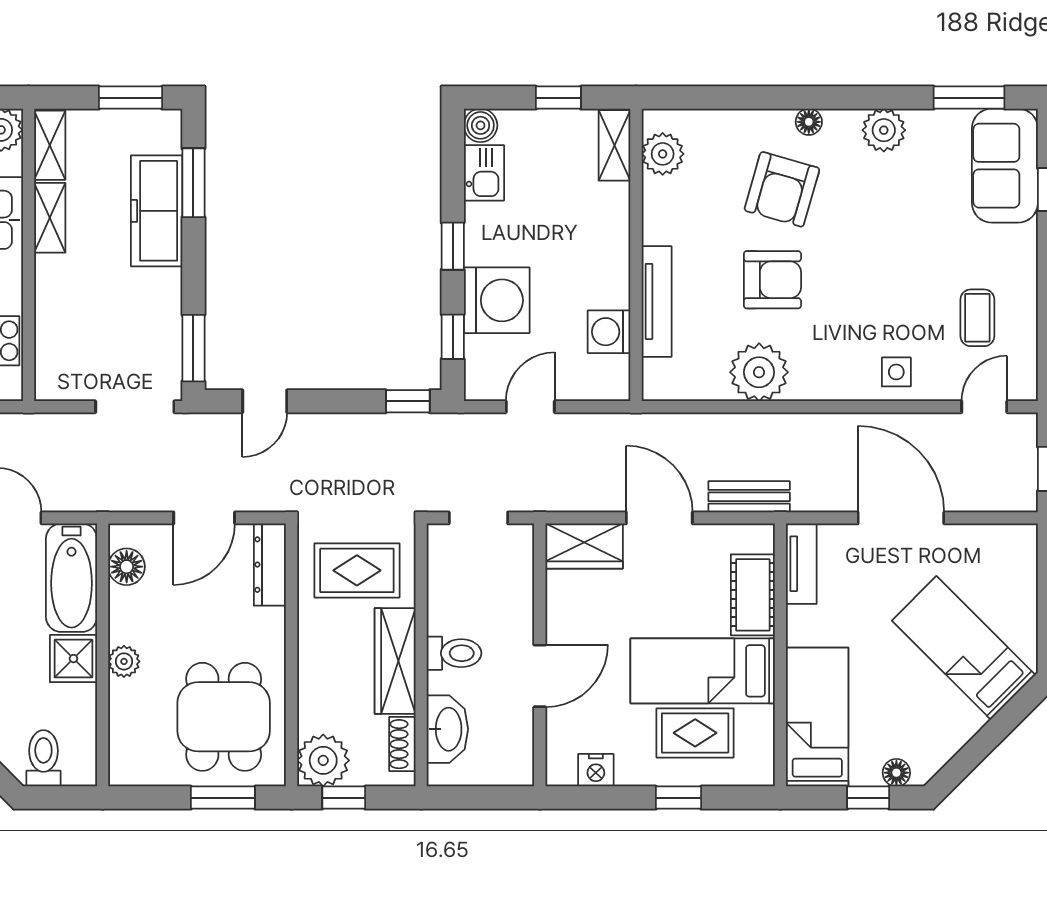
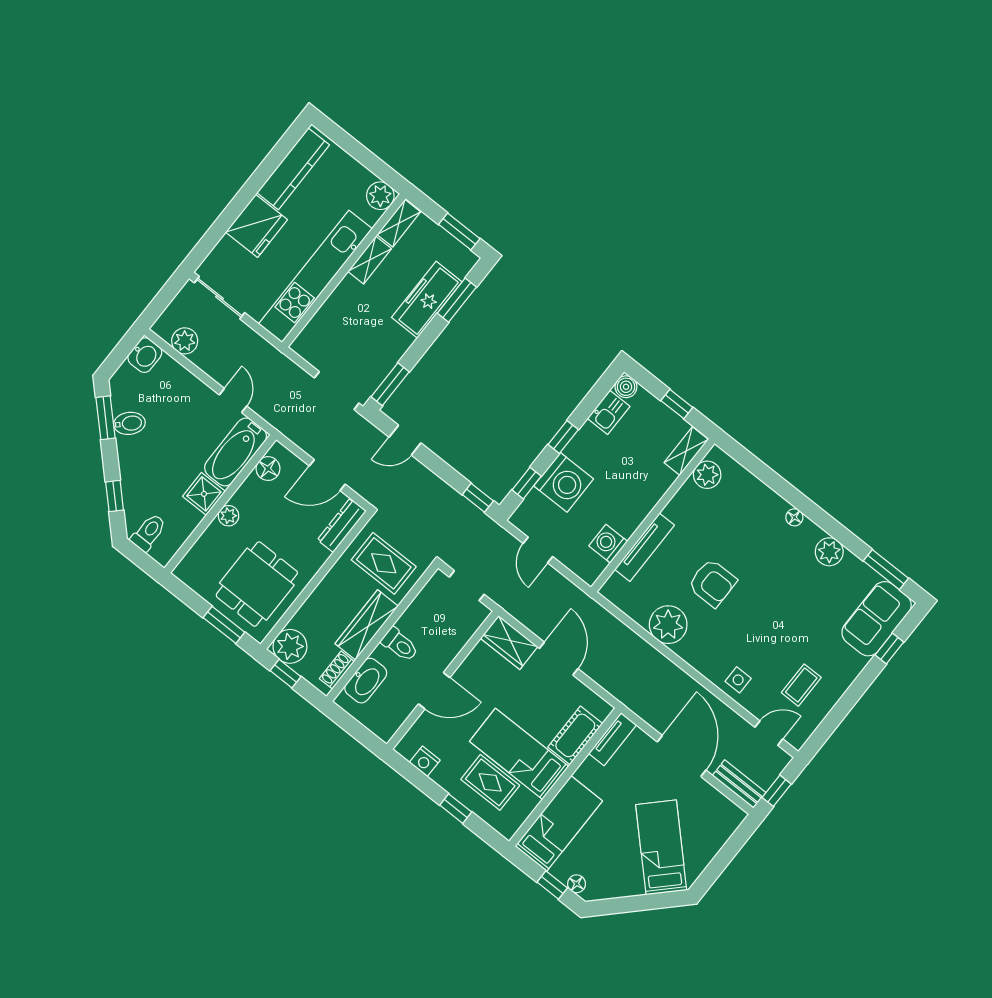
armchair: (782, 189) -> (754, 541), removed
door: (530, 407) -> (538, 550), swing flipped
bench: (749, 497) -> (739, 784), moved

